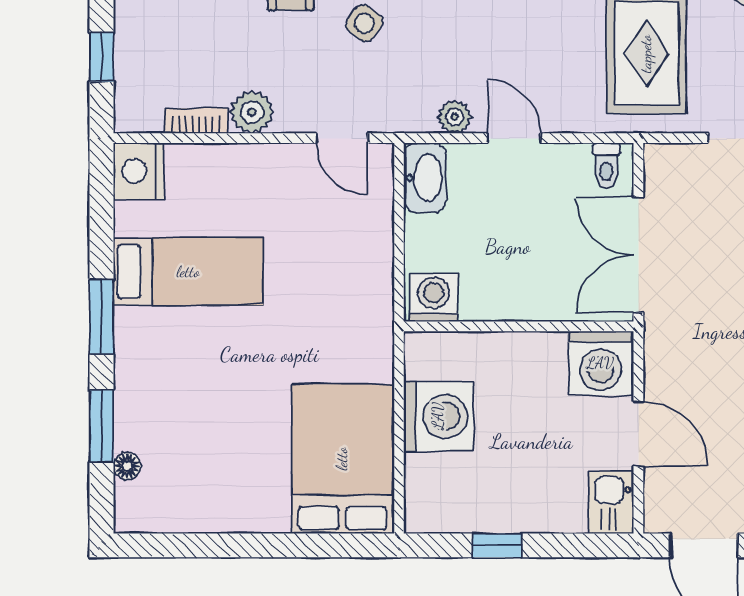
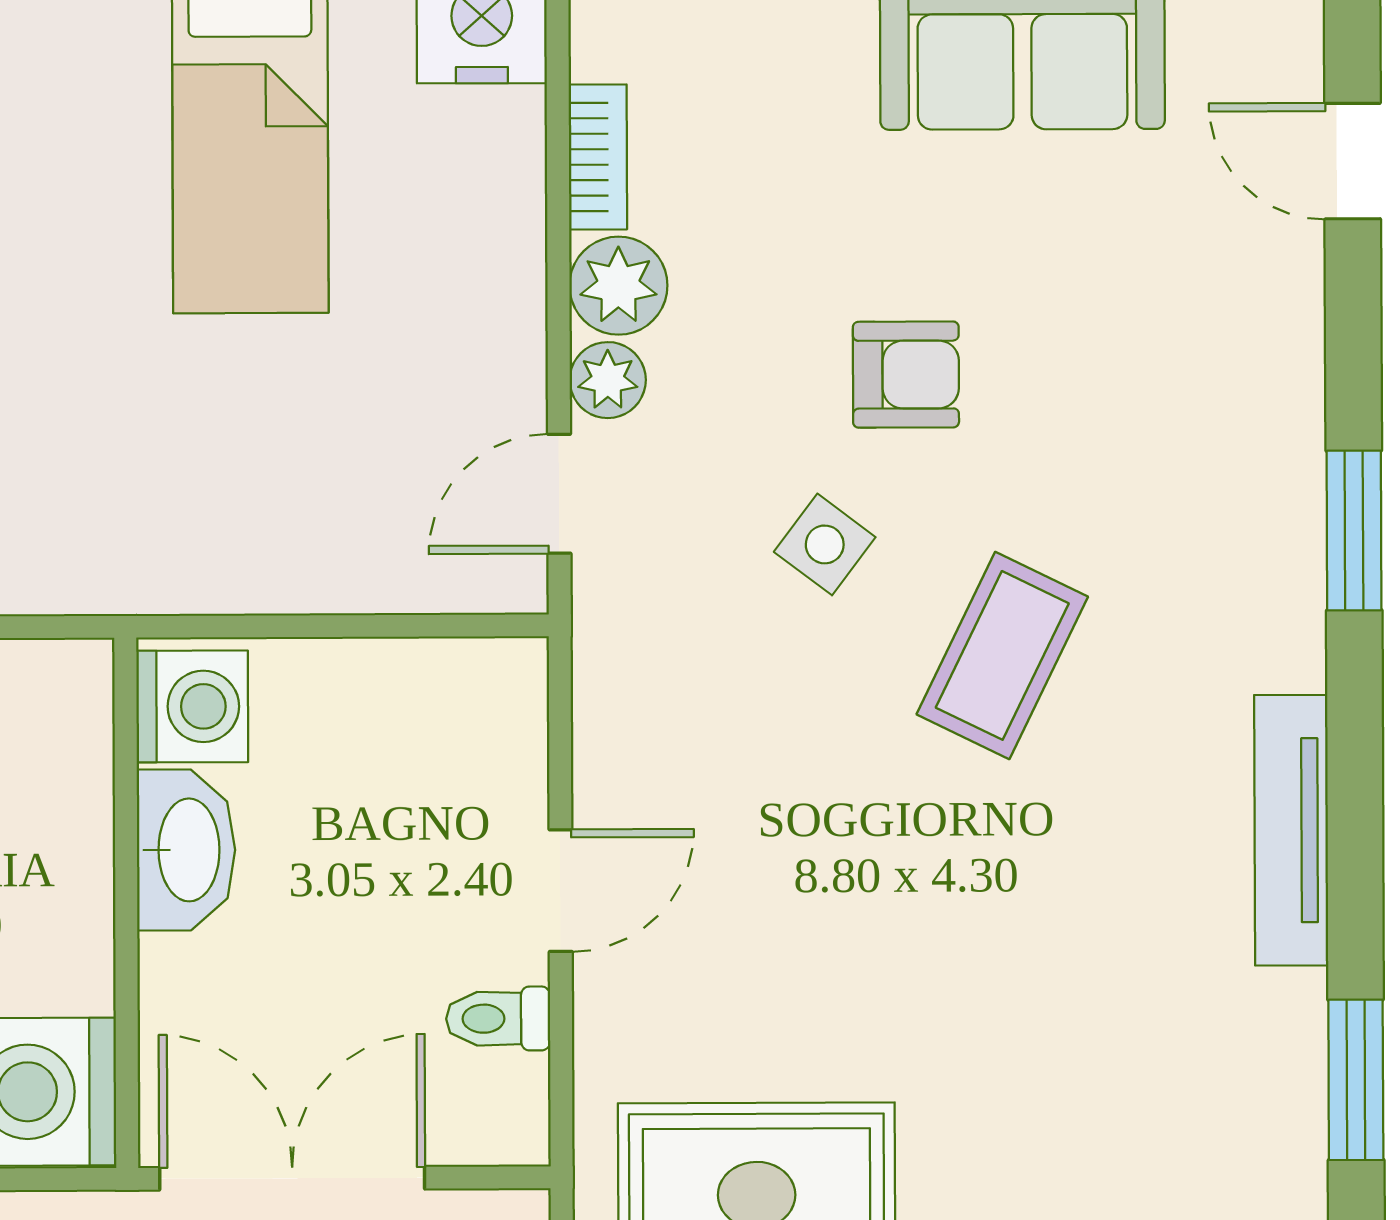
plant: (455, 117) -> (608, 380), moved
toilet: (606, 165) -> (498, 1019), moved
washbasin: (425, 178) -> (186, 850), moved, turned -90

